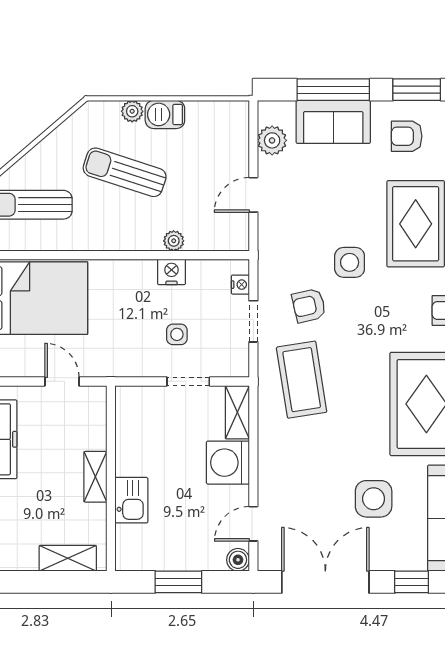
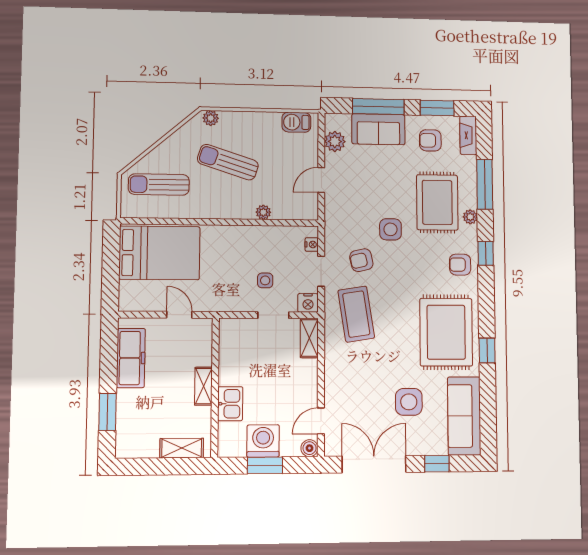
plant: (132, 111) -> (211, 118), moved
barbecue: (165, 114) -> (296, 122), moved
nightstand: (171, 272) -> (308, 303), moved, turned 180
washing machine: (228, 463) -> (263, 441), moved, turned 90

